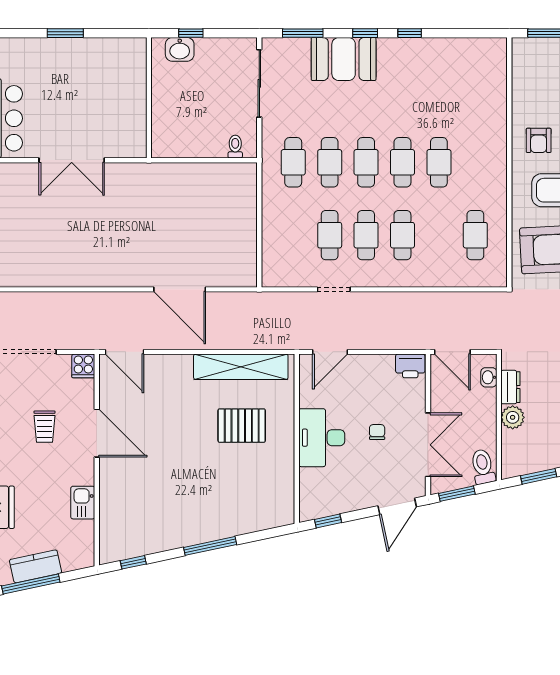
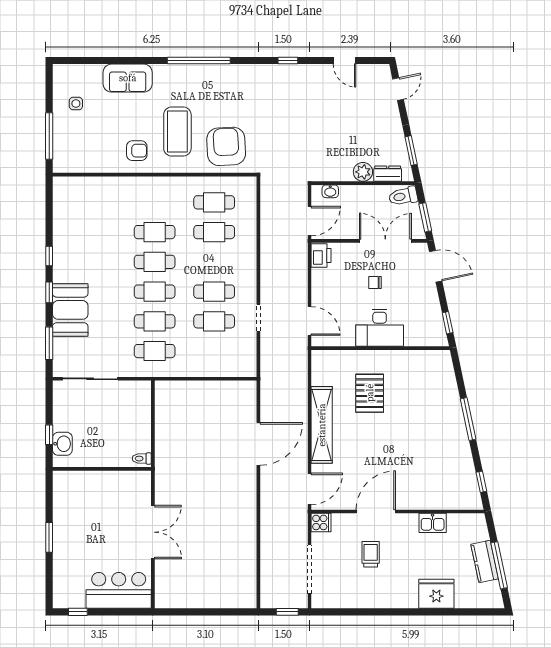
toilet: (235, 147) -> (142, 459), moved
cafe table: (402, 235) -> (214, 232), moved
shelving: (241, 367) -> (322, 425), moved
dresser: (510, 387) -> (388, 174), moved
trolley: (45, 427) -> (371, 554), turned -90

